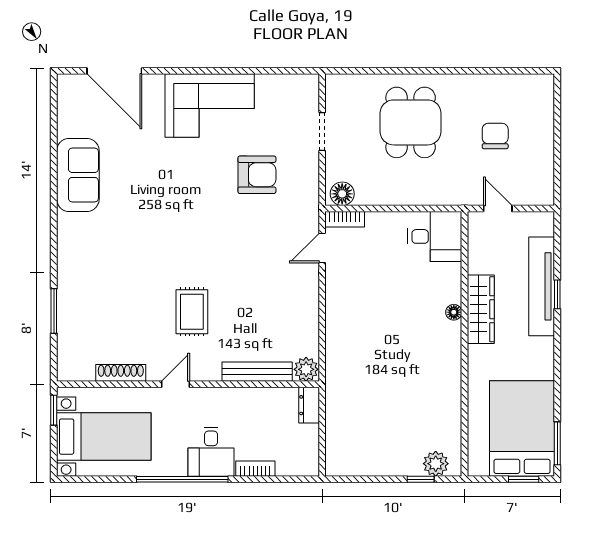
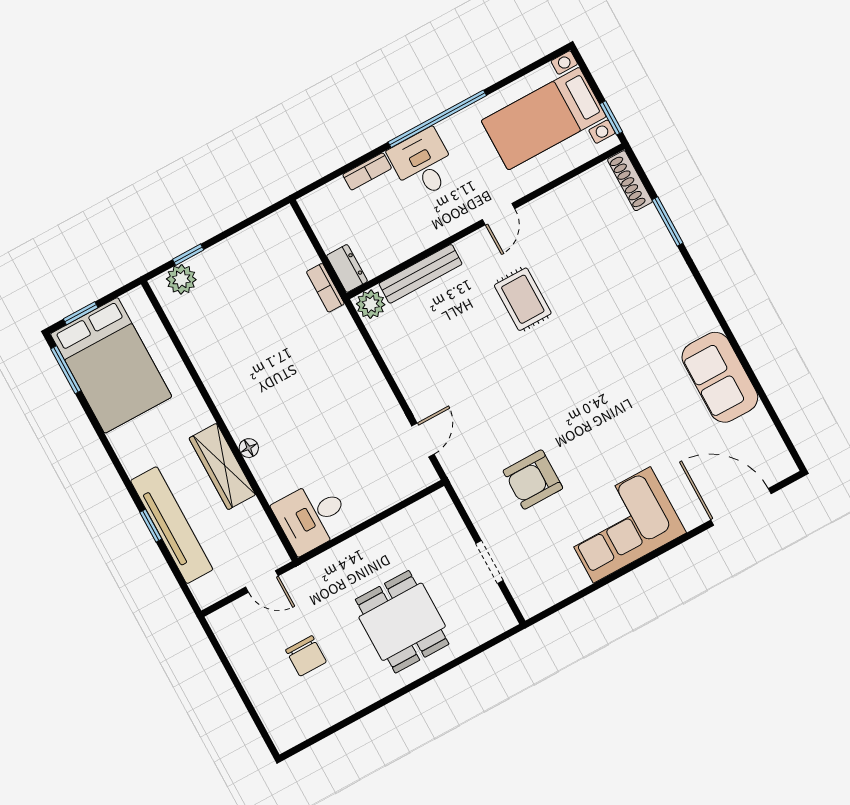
floor lamp: (342, 194) -> (433, 508), removed
bookcase: (345, 219) -> (325, 288), moved, turned -90
shoe rack: (121, 373) -> (630, 181), moved, turned 90

